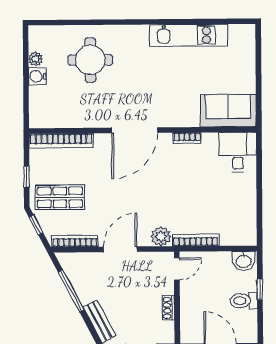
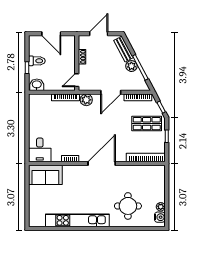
kitchen unit: (189, 35) -> (77, 220), width x1.36
water cooler: (37, 76) -> (160, 217), moved
plant: (86, 293) -> (131, 66), added

